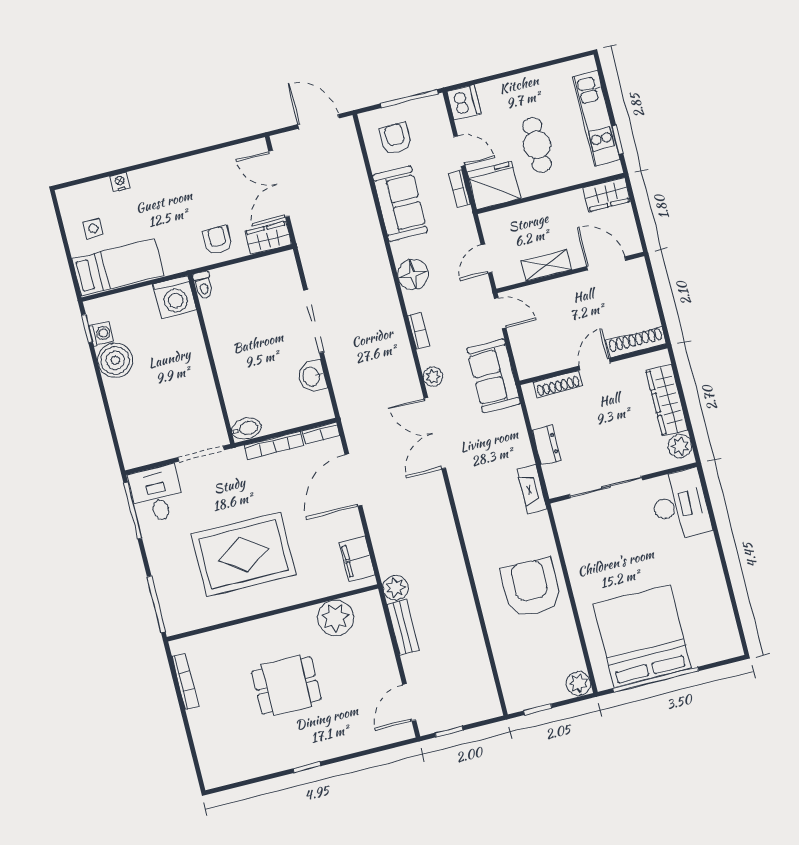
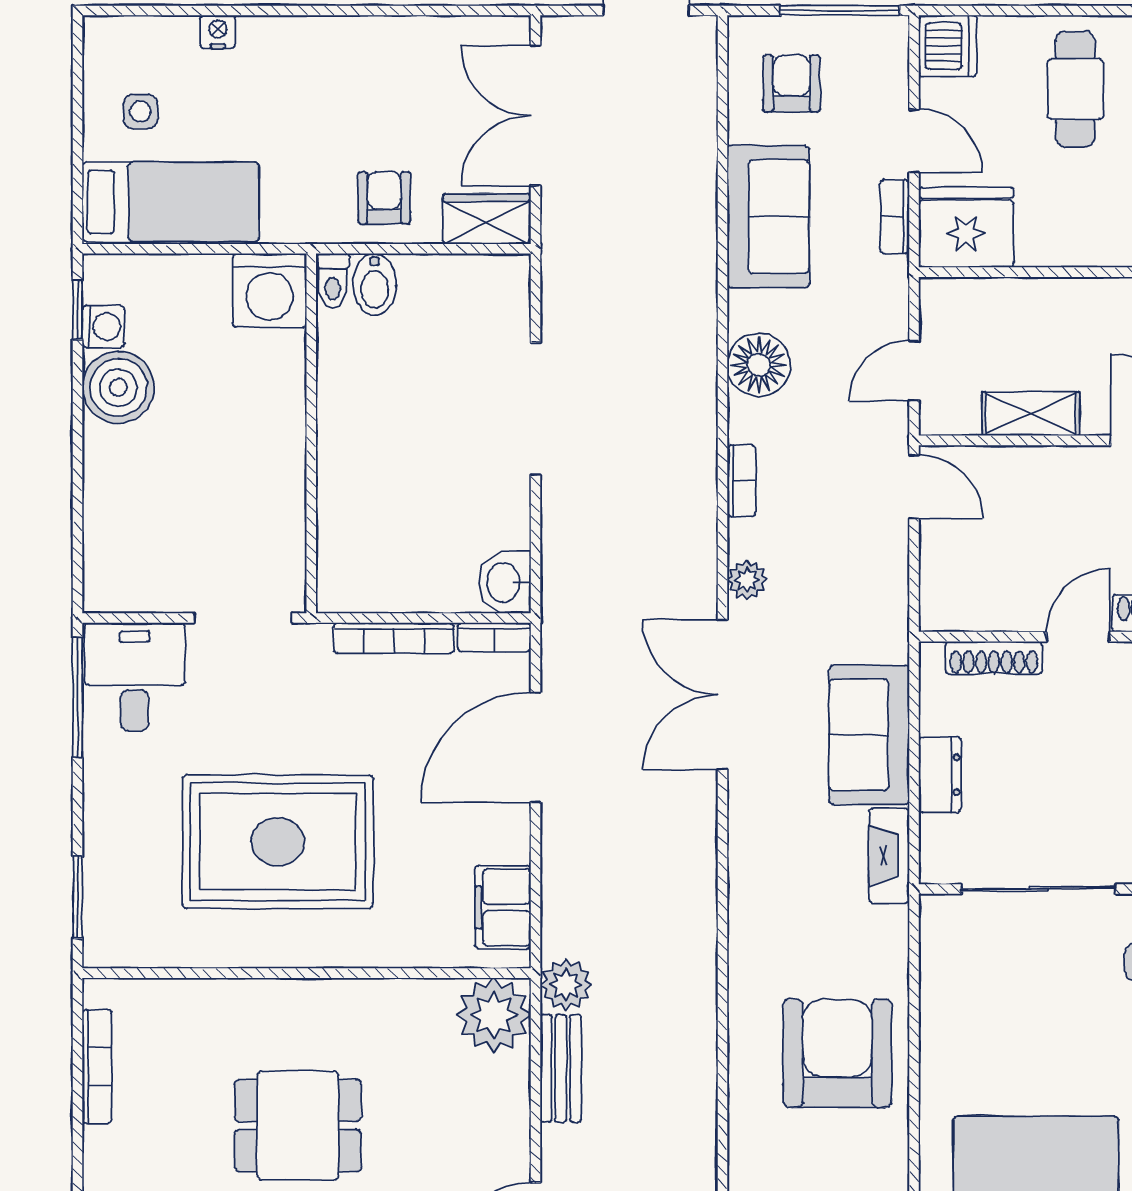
cafe table: (537, 145) -> (1075, 89), moved
washbasin: (312, 376) -> (505, 582), moved
sofa: (494, 376) -> (869, 735), moved
bidet: (246, 429) -> (375, 284), moved, turned 90
window: (156, 604) -> (78, 897), width x0.69
plant: (335, 618) -> (494, 1015), moved

